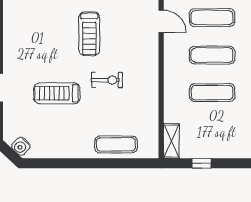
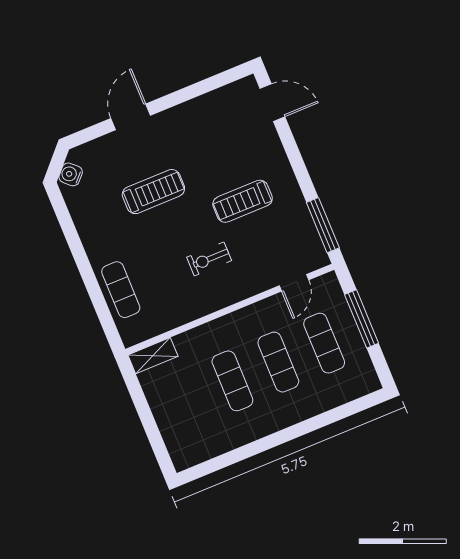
exercise bike: (107, 80) -> (209, 259), moved, turned 90
treadmill: (57, 93) -> (153, 192), turned 90
window: (202, 163) -> (141, 404), removed

